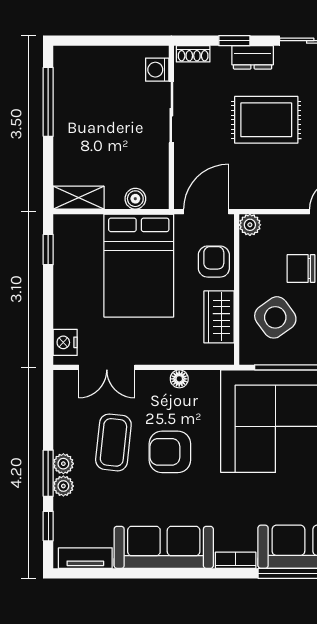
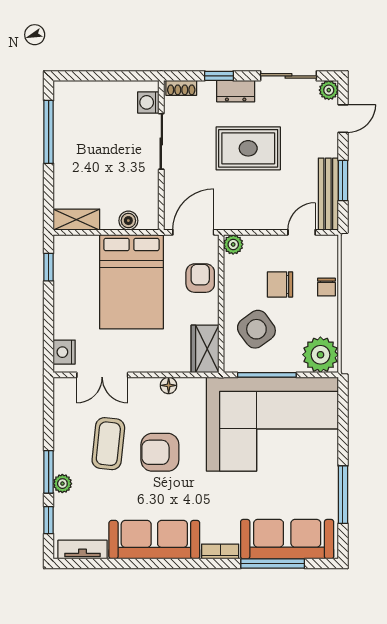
wardrobe: (219, 317) -> (205, 349), moved
plant: (63, 464) -> (62, 463), removed

